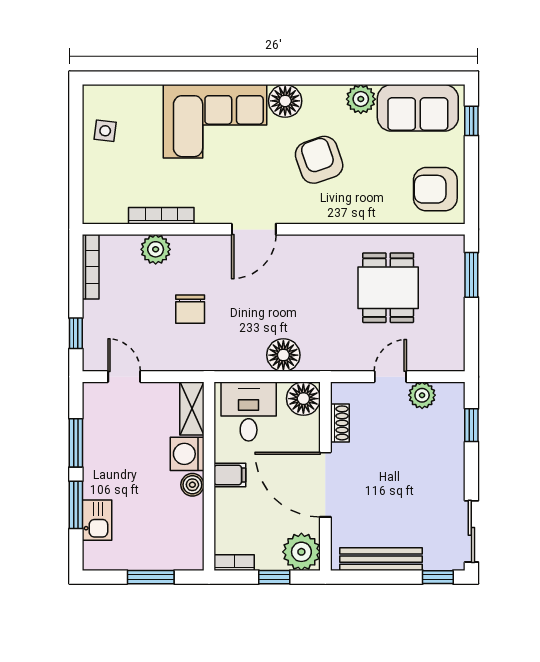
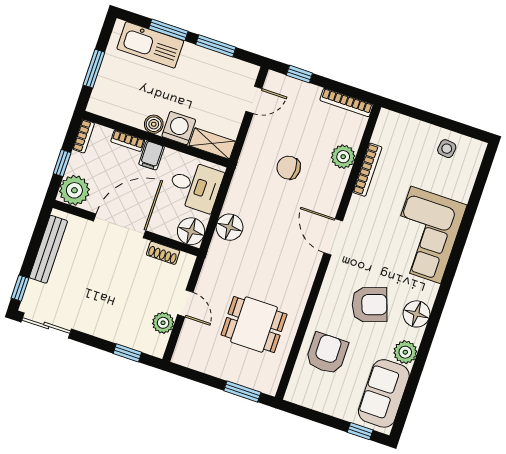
floor lamp: (285, 101) -> (416, 314), moved
armchair: (435, 189) -> (327, 353), moved
bookcase: (222, 509) -> (128, 141), added
kitchen sink: (97, 520) -> (150, 45), width x1.88, depth x1.24

